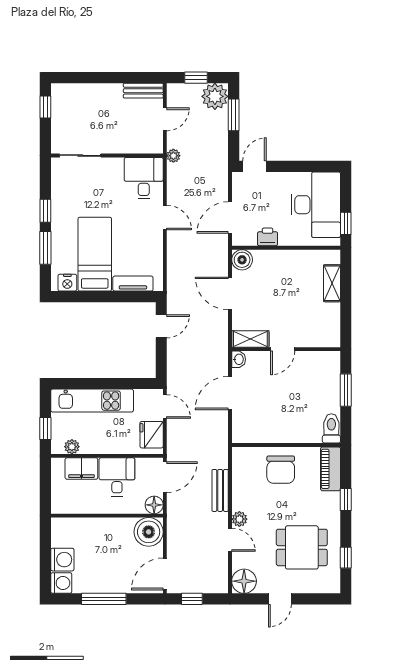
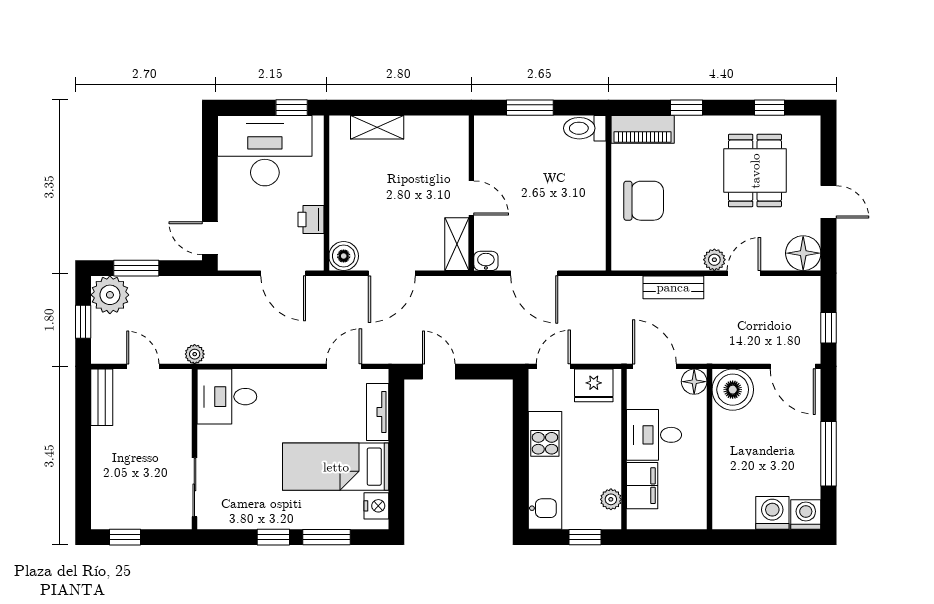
door: (165, 217) -> (344, 366), moved

